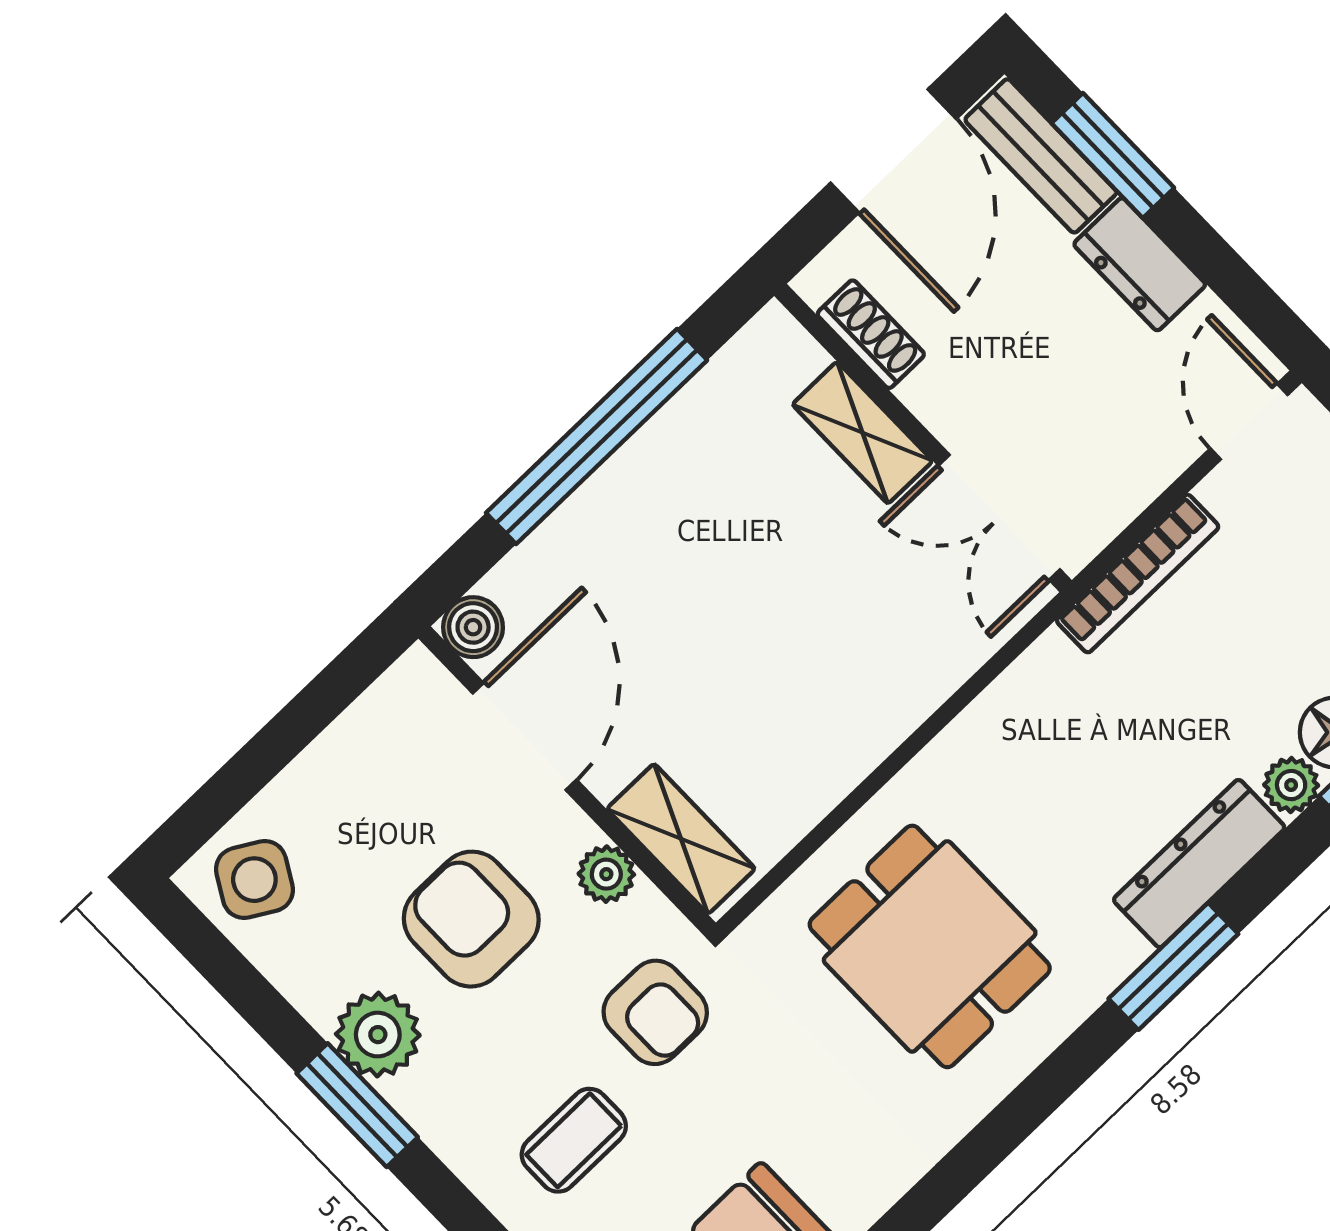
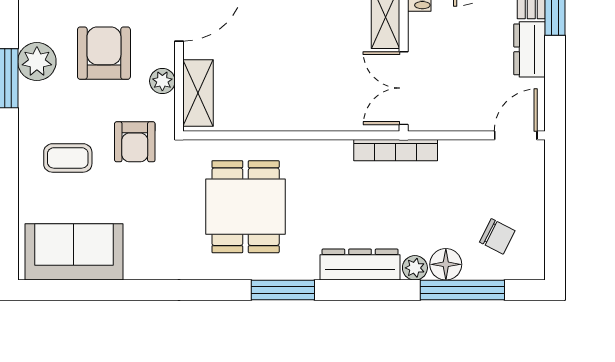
bookcase: (1138, 574) -> (396, 150), moved
window: (1173, 966) -> (283, 290), moved

